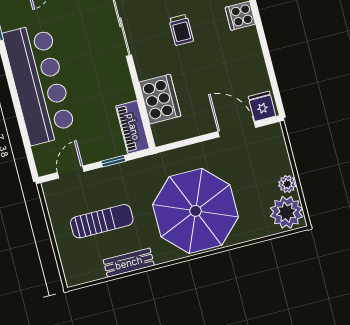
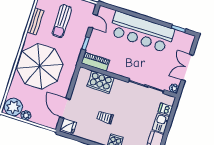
trolley: (181, 30) -> (105, 117), moved
door: (237, 129) -> (65, 108), swing flipped

